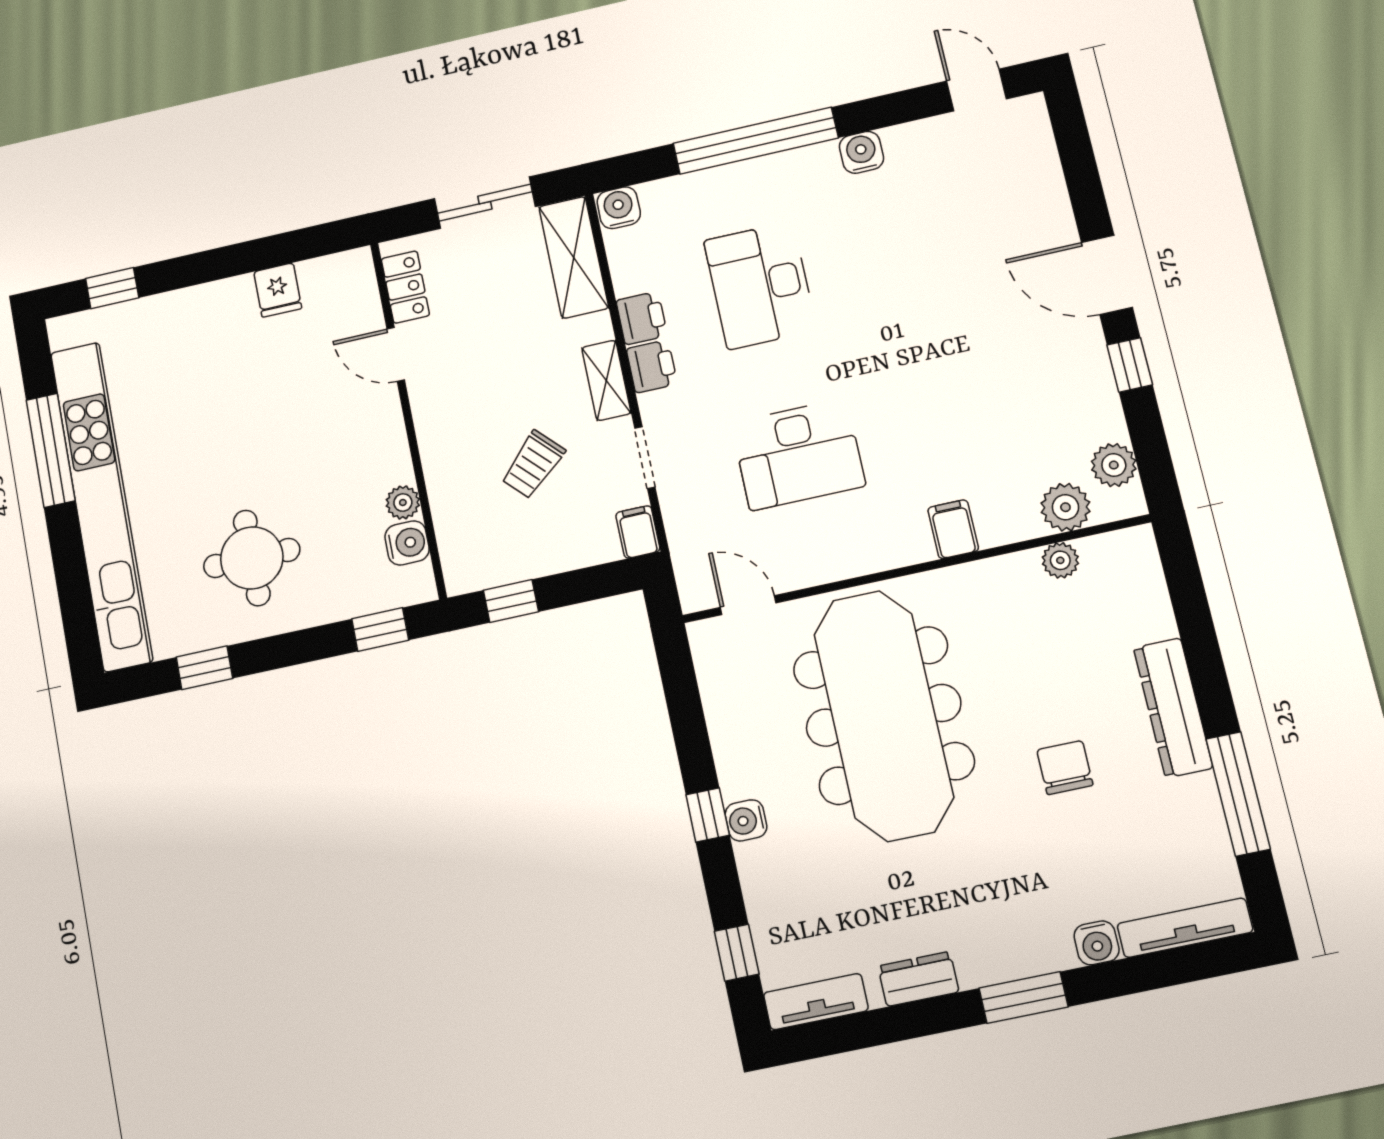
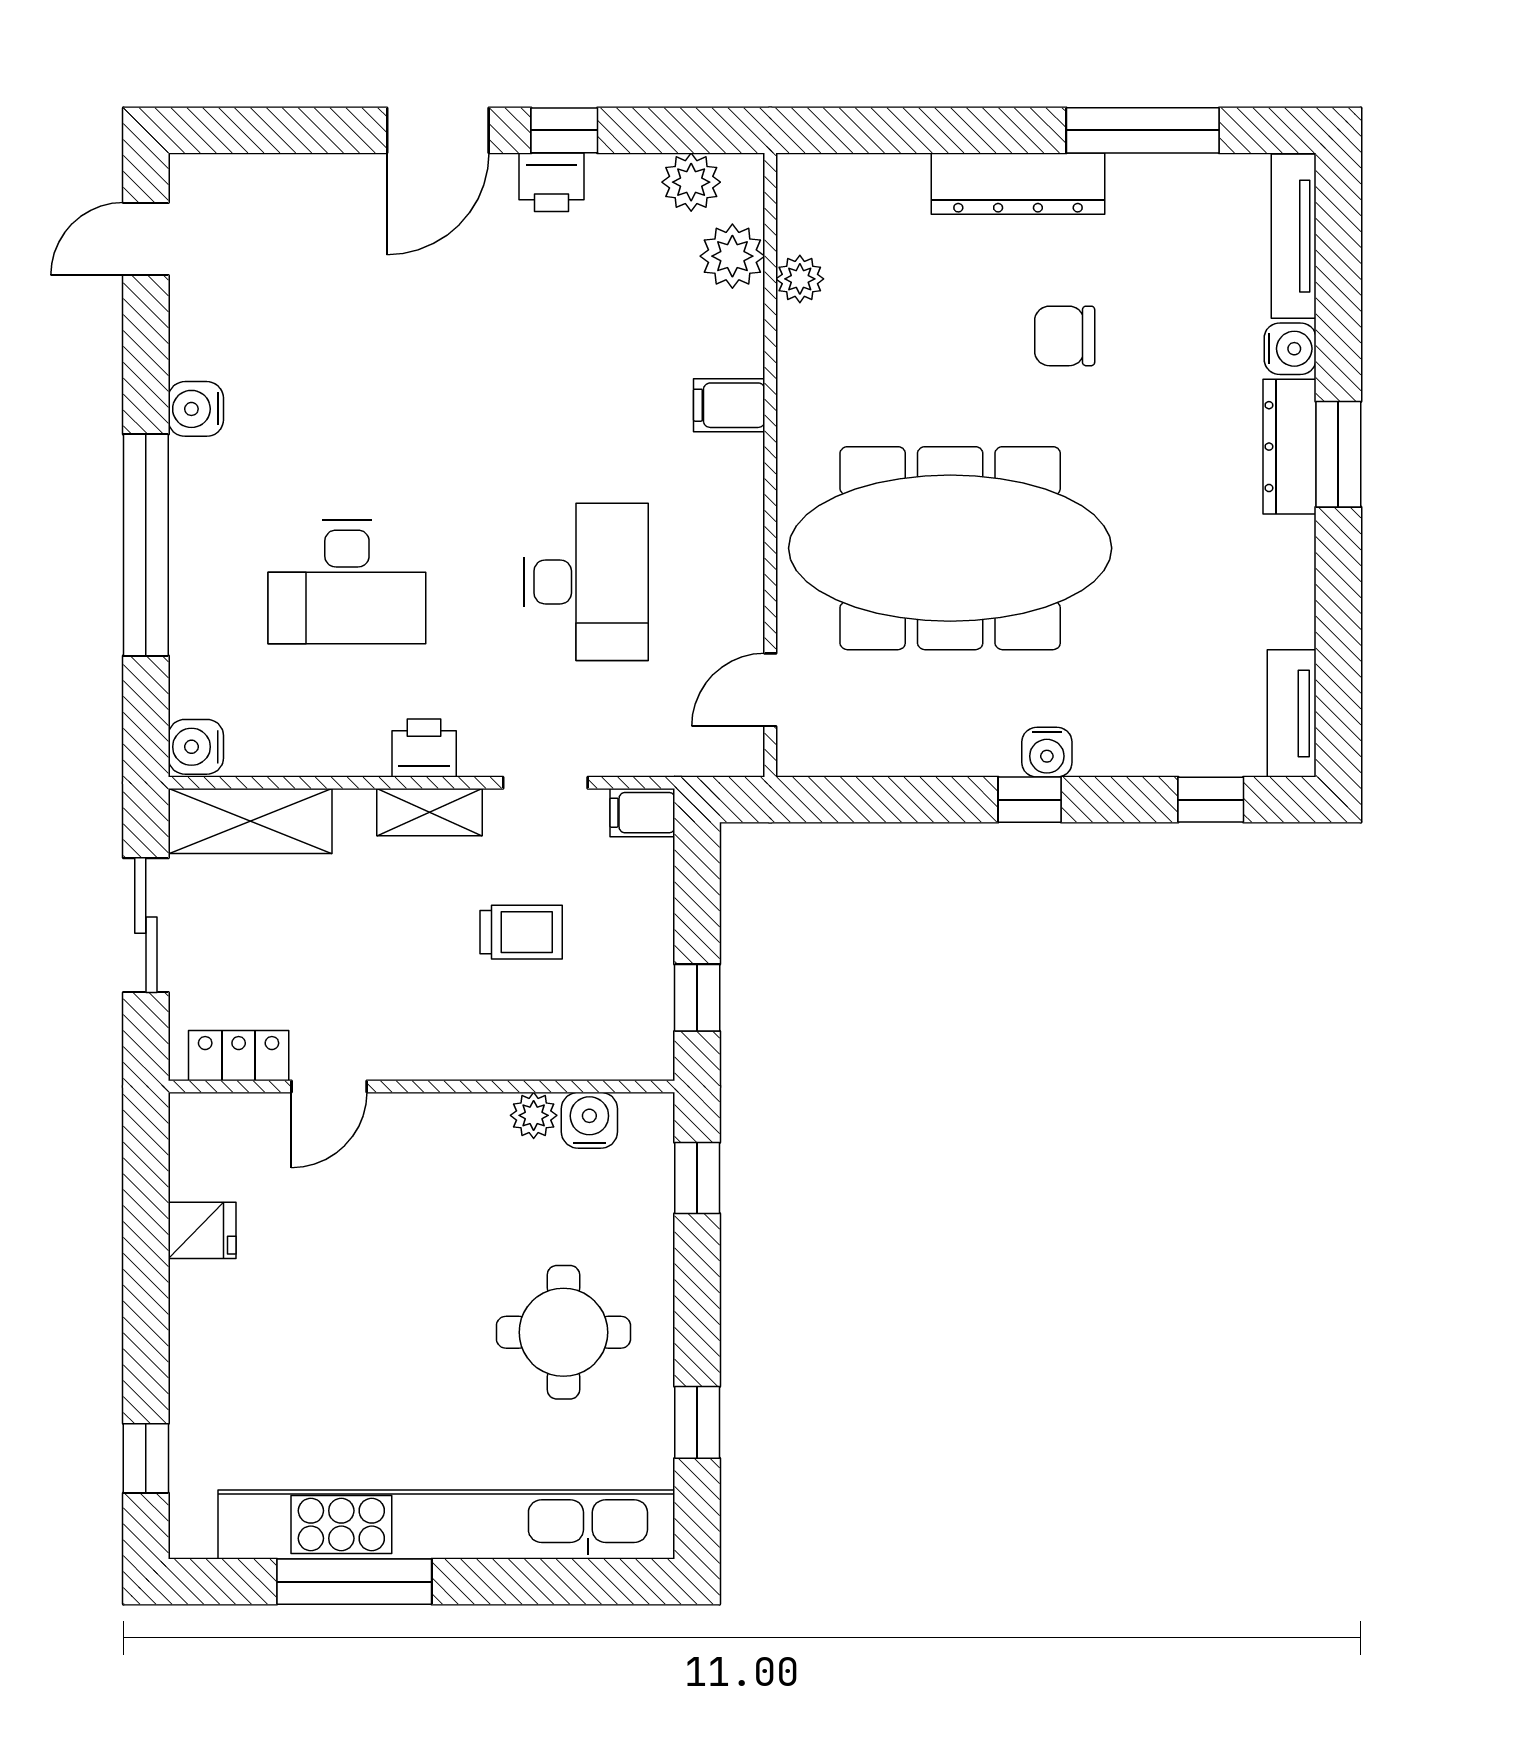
printer: (642, 318) -> (551, 182), moved, turned 180
trolley: (533, 464) -> (521, 932), turned -46
dresser: (918, 979) -> (1290, 447), moved, width x1.44

